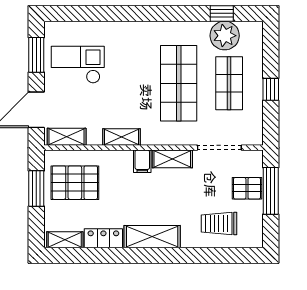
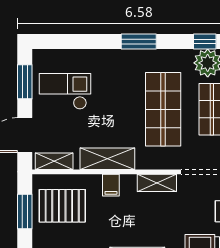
window: (154, 13) -> (139, 41), added
shelving: (121, 137) -> (107, 159), width x1.50, depth x1.33
filing cabinet: (142, 161) -> (111, 185), moved

